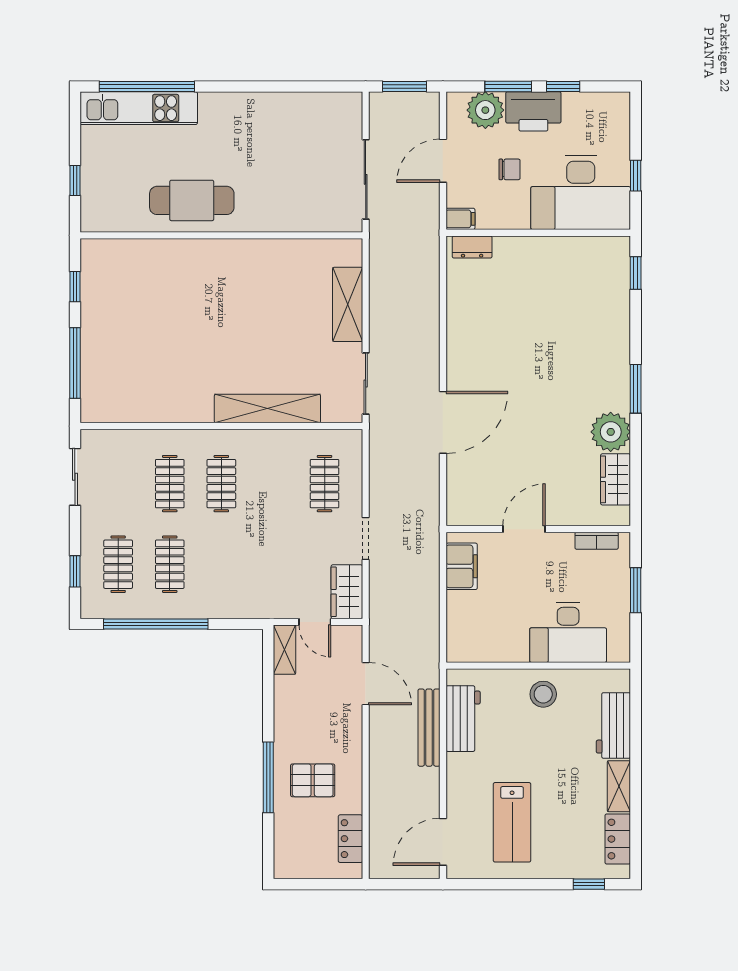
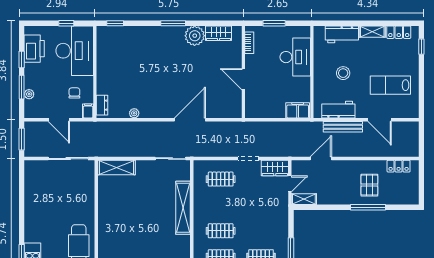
plant: (485, 110) -> (29, 94), width x0.53, depth x0.53
printer: (533, 111) -> (34, 49), moved
chair: (510, 169) -> (74, 93), moved
shelving: (348, 304) -> (116, 168), moved
plant: (456, 311) -> (134, 113), added
door: (443, 422) -> (190, 120), hinge flipped
filing cabinet: (462, 566) -> (298, 110), moved
stool: (543, 694) -> (343, 73), moved
lab bench: (512, 822) -> (390, 85), turned 180
door: (443, 842) -> (380, 120), moved

